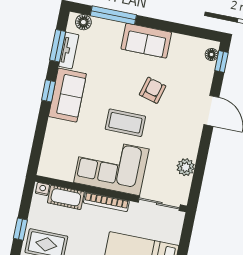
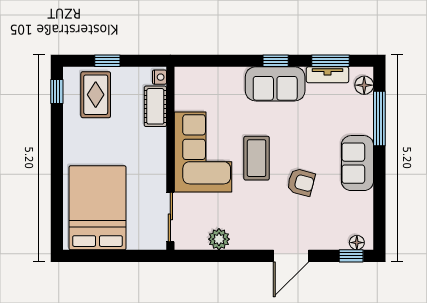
bookcase: (106, 202) -> (160, 155), removed

